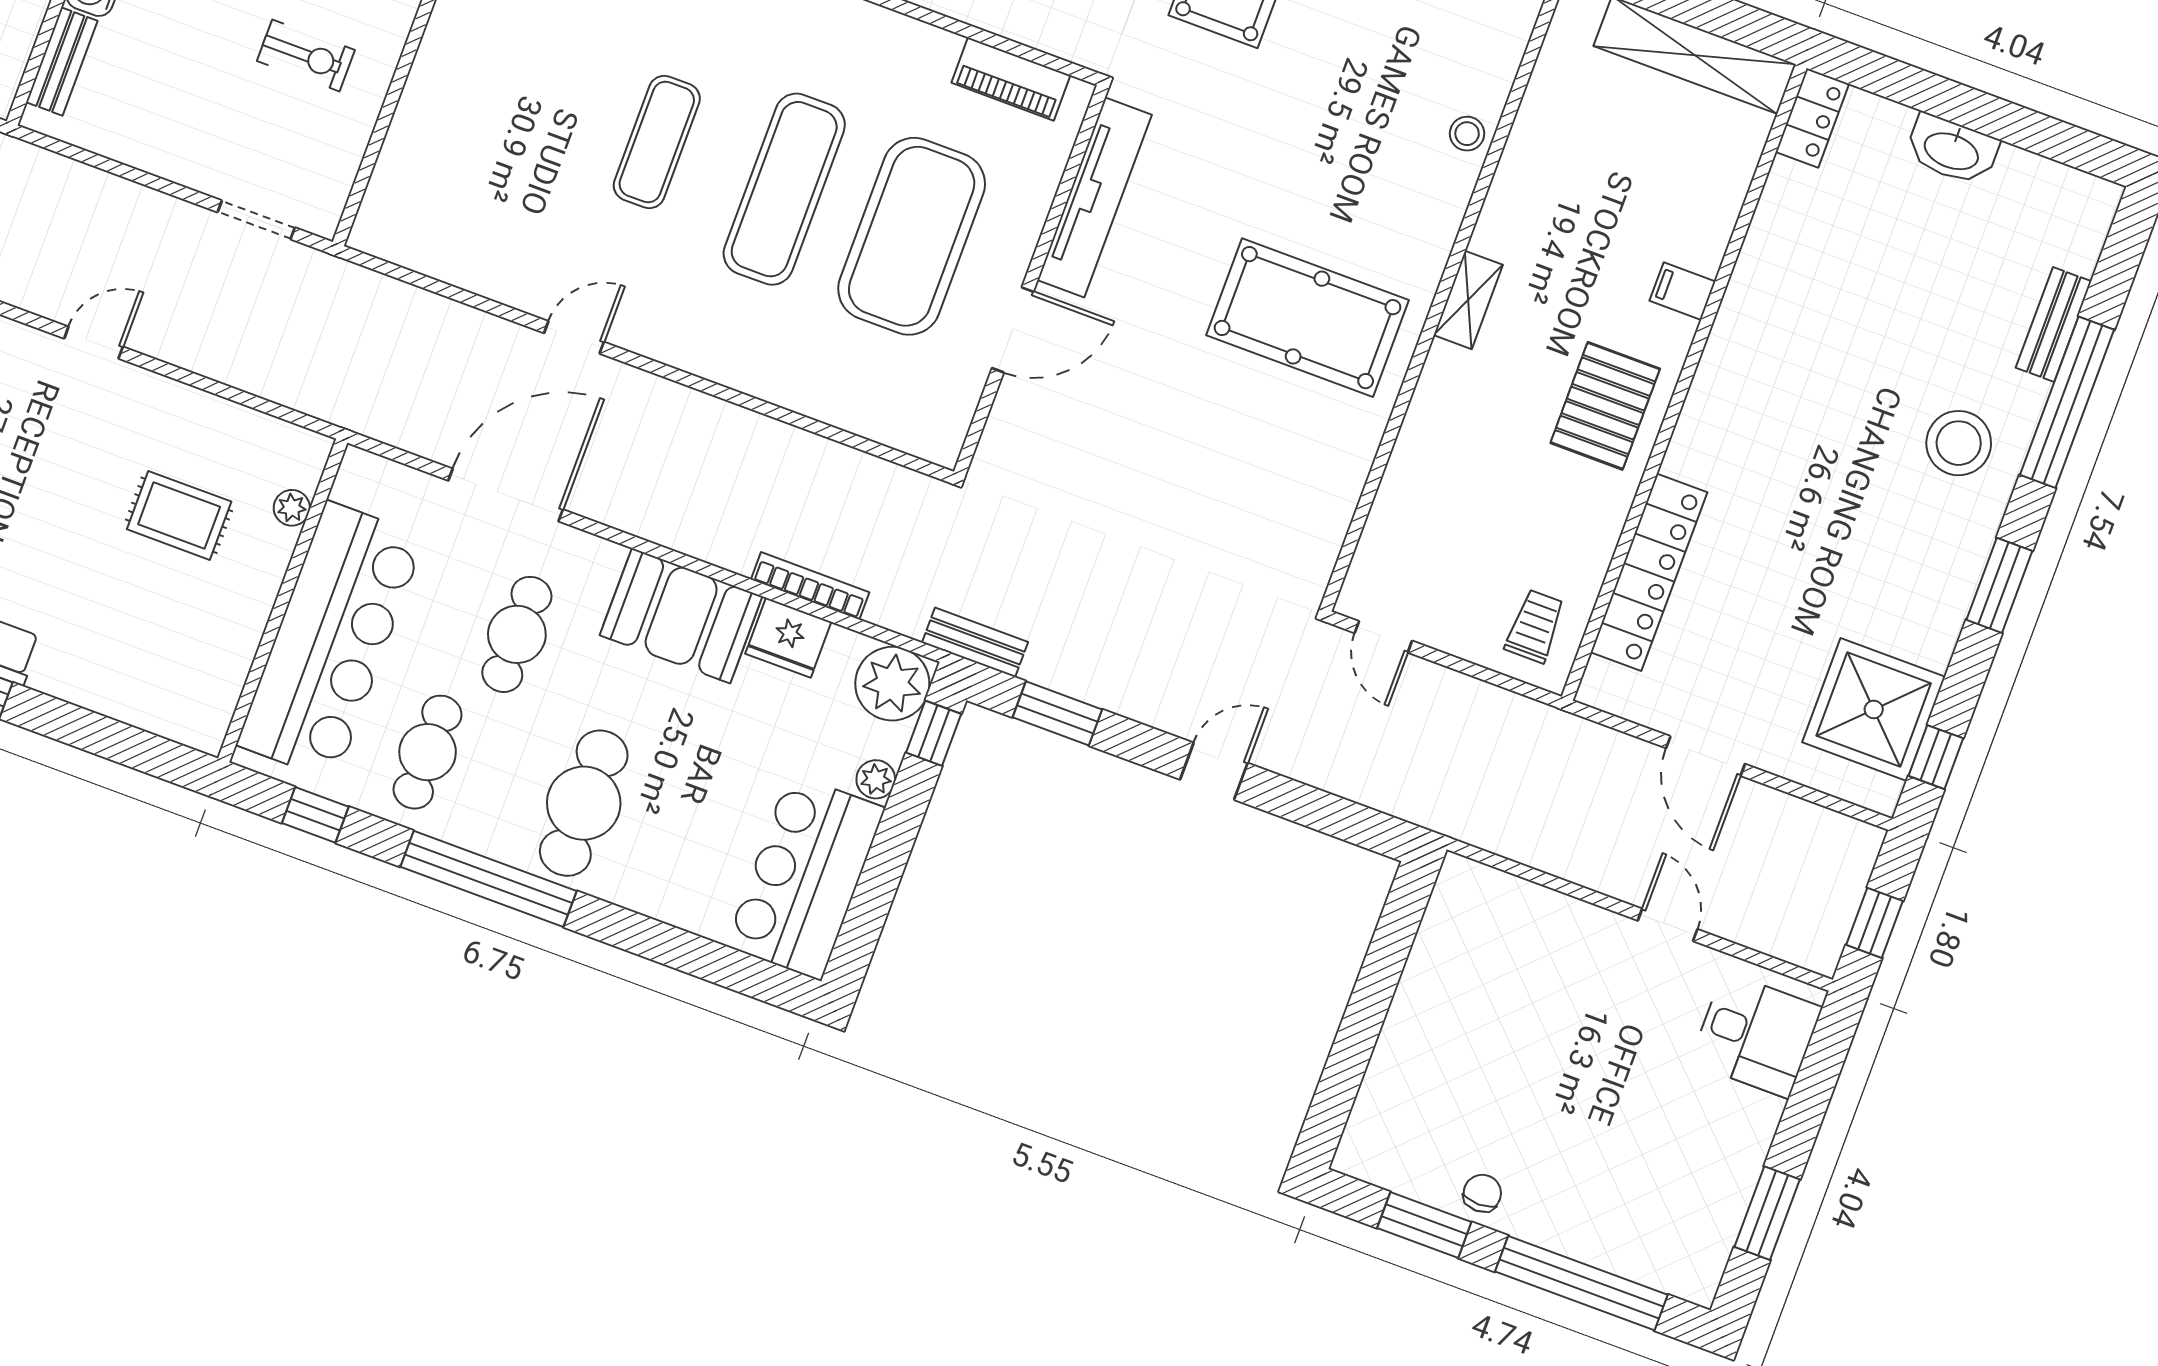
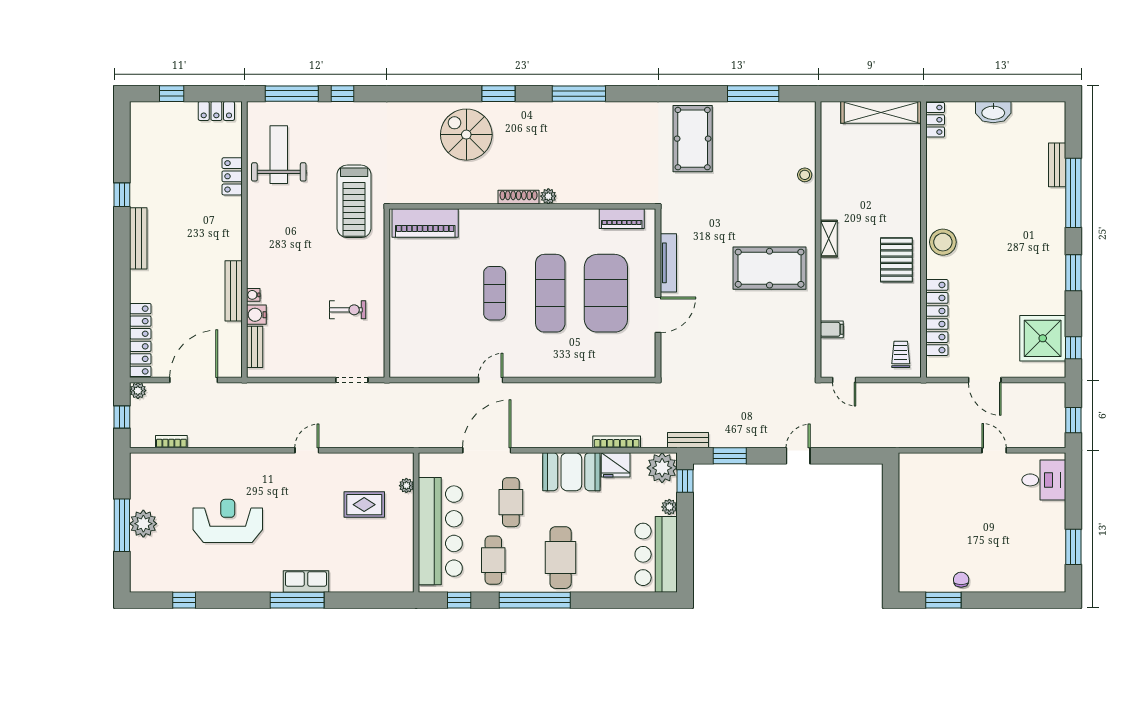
tv unit: (1095, 197) -> (668, 263), width x0.73, depth x0.78
filing cabinet: (1683, 291) -> (832, 329), moved, turned 180
stool: (1959, 443) -> (943, 242), moved
window: (1581, 1283) -> (1012, 600), removed

